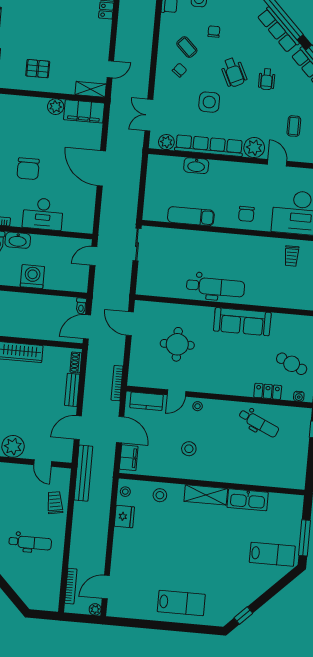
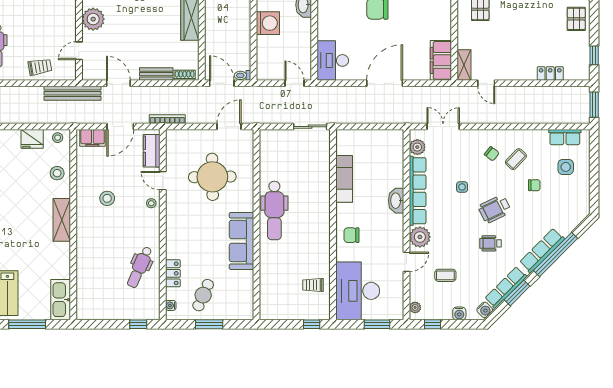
side table: (209, 102) -> (462, 187), width x0.54, depth x0.54
plant: (56, 107) -> (443, 31), removed
washbasin: (196, 166) -> (396, 201), moved
desk: (43, 214) -> (333, 60), moved
round table: (177, 344) -> (212, 177), width x1.36, depth x1.36
kitchen sink: (248, 500) -> (61, 300), moved

